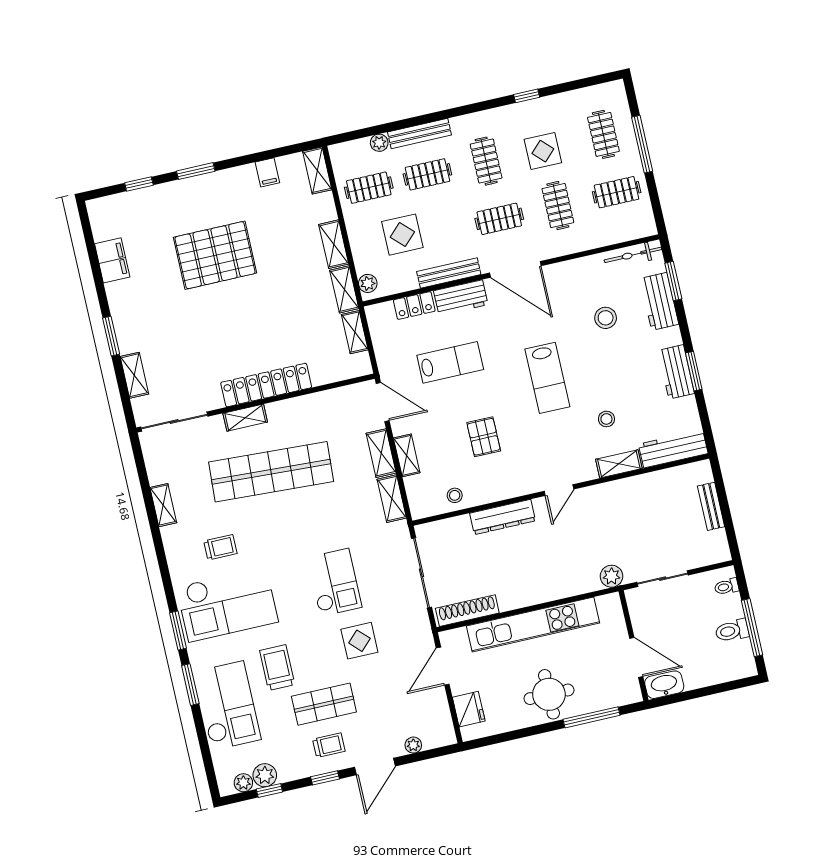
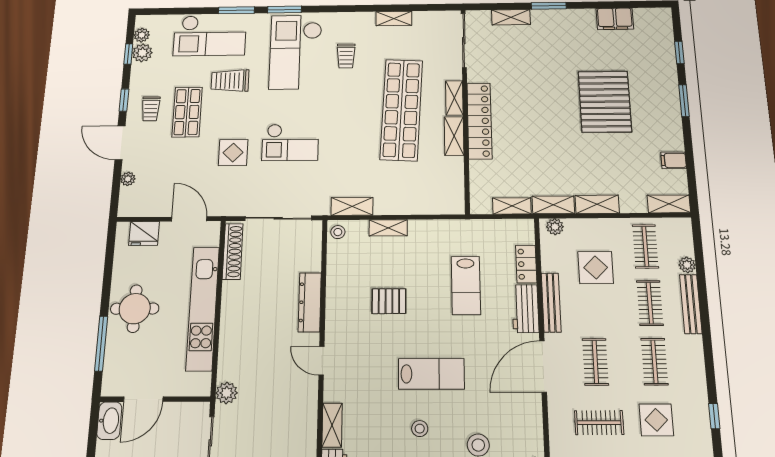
clothes rail: (486, 161) -> (654, 362), turned 90
lab bench: (547, 378) -> (431, 374), turned 180
door: (383, 402) -> (442, 217), removed
stool: (606, 419) -> (420, 429), moved
shelving: (381, 453) -> (454, 136), moved, turned 90
stool: (455, 495) -> (338, 232), moved
trolley: (277, 668) -> (230, 81), turned 180

